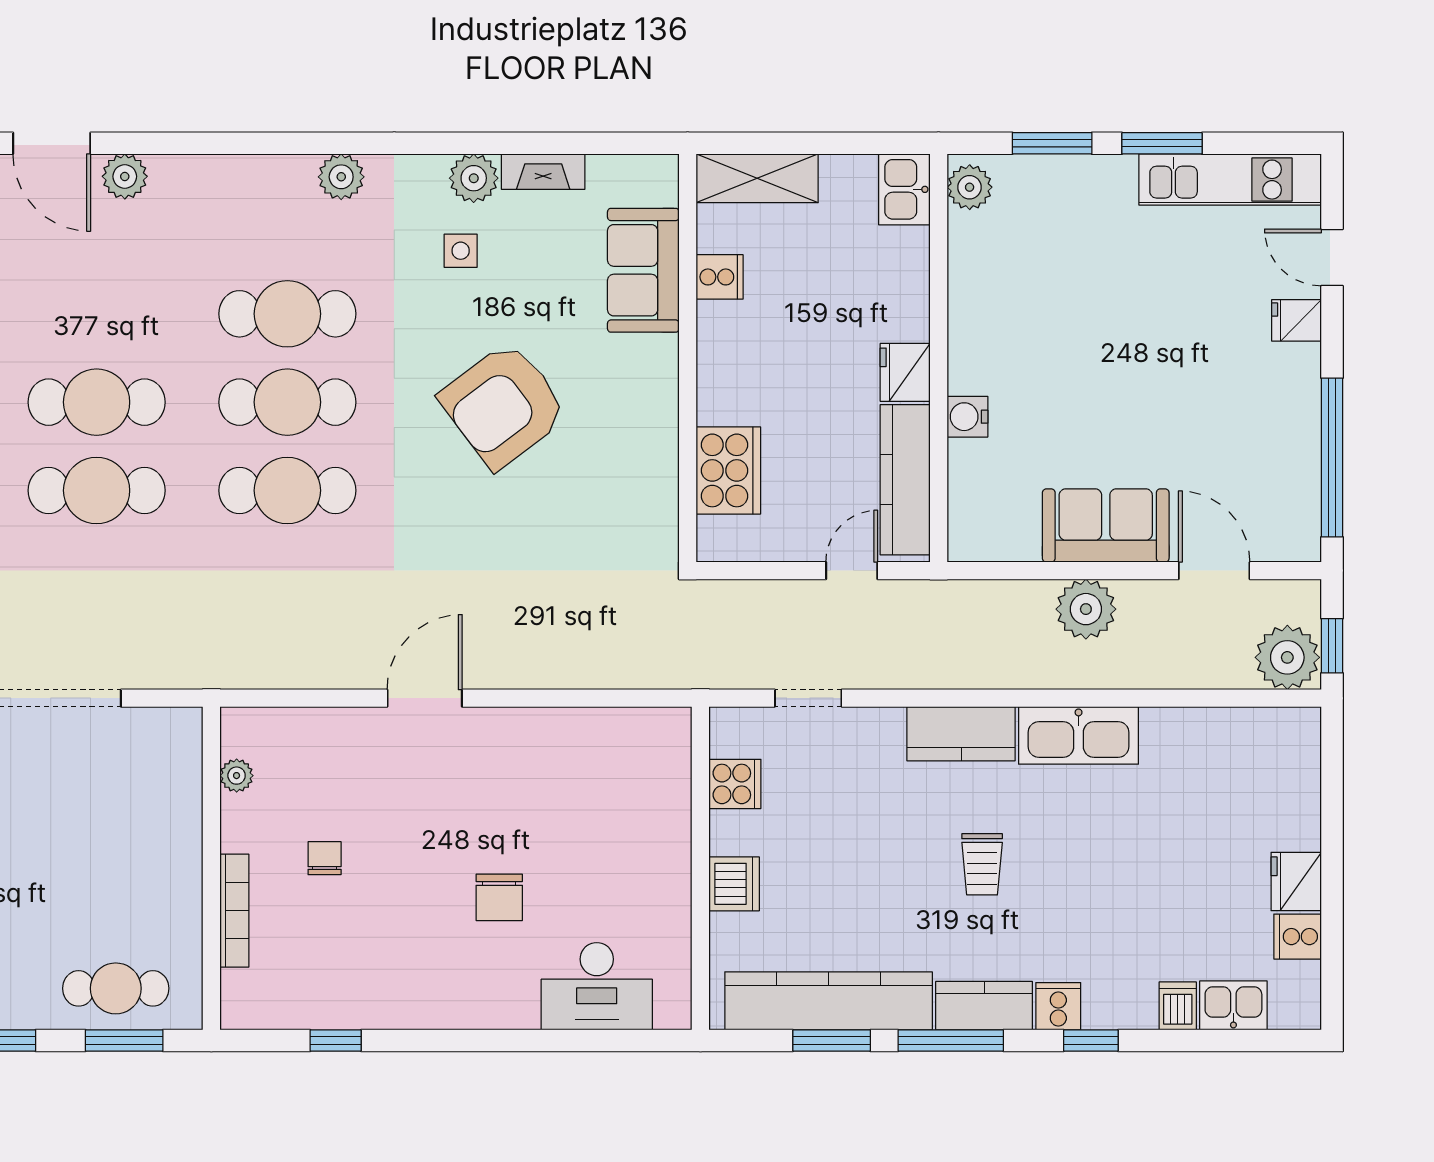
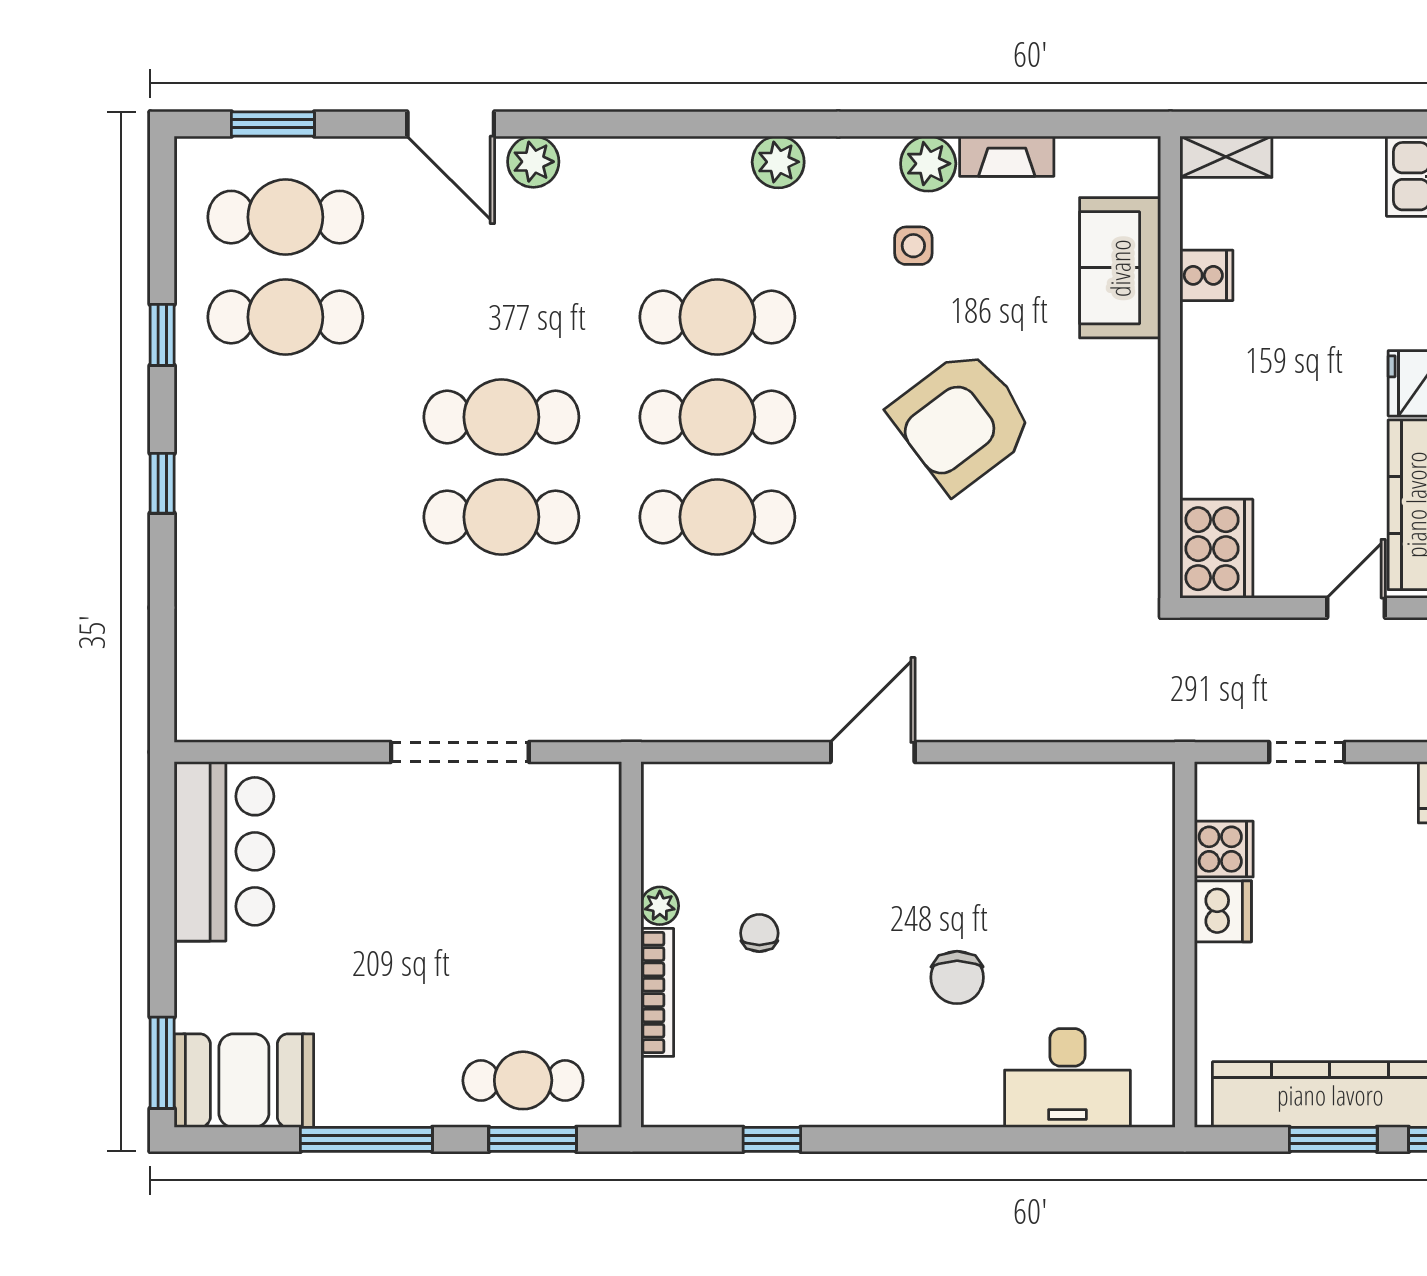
shelving: (757, 178) -> (1226, 157), width x0.67, depth x0.75
cooker: (728, 470) -> (1216, 549), moved
plant: (237, 776) -> (660, 906), moved
dishwasher: (734, 884) -> (1223, 911), moved

